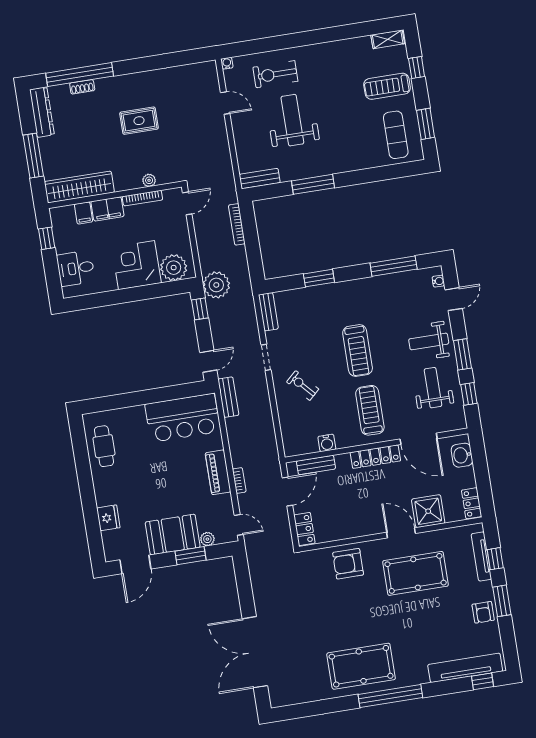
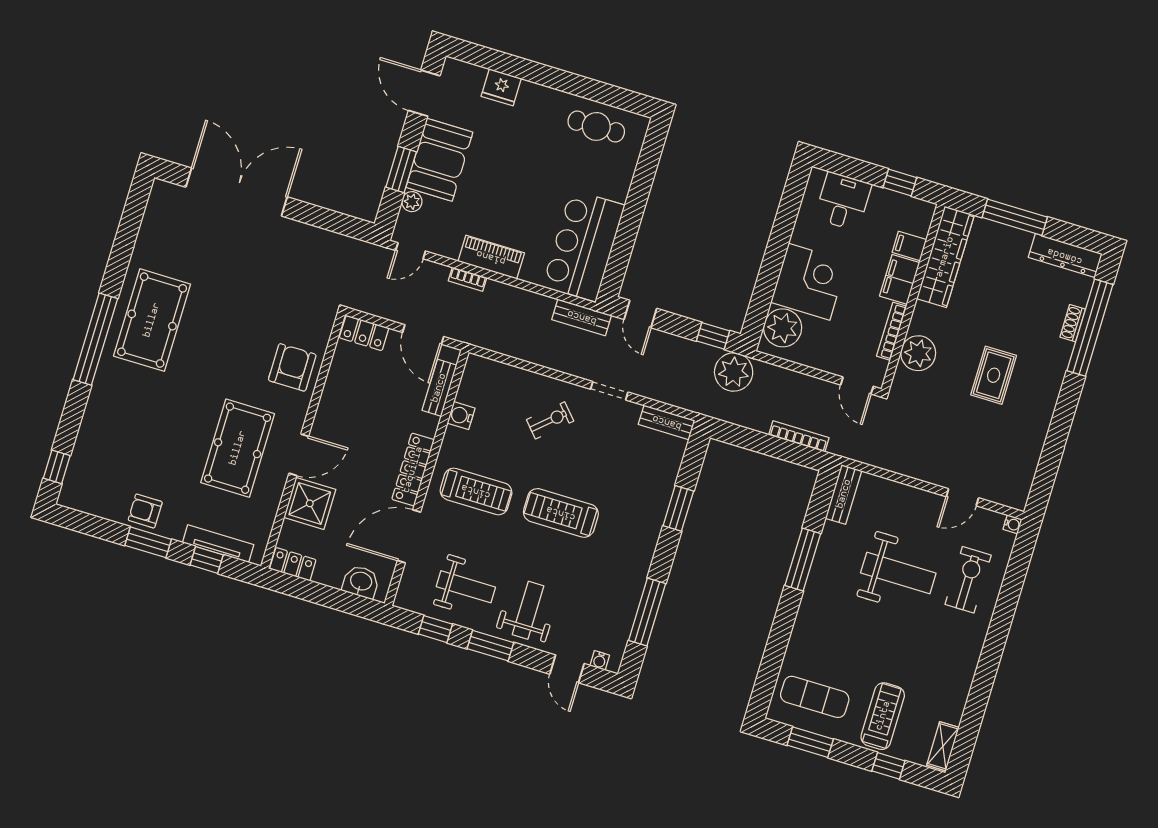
plant: (149, 180) -> (918, 353), width x1.87, depth x1.87
tv unit: (465, 668) -> (85, 453), removed

